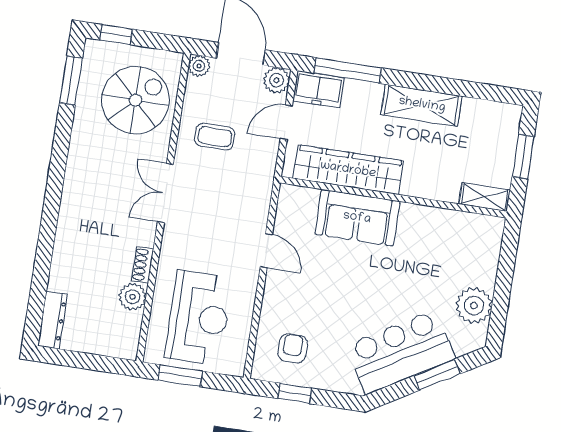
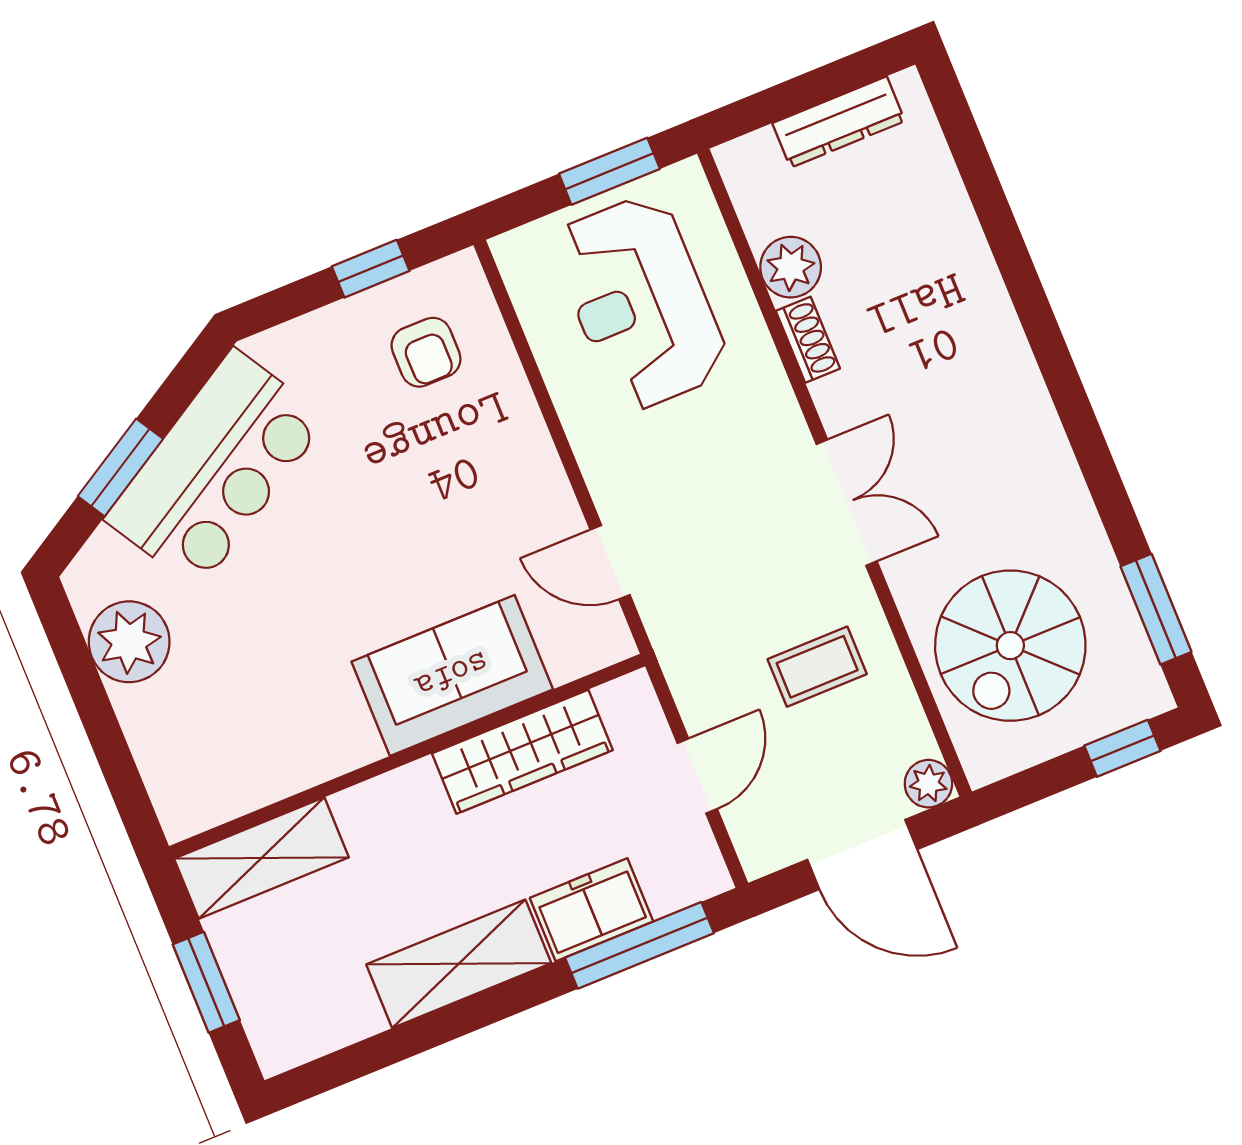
plant: (277, 80) -> (764, 845), removed
freezer: (318, 89) -> (592, 910), moved
wardrobe: (348, 170) -> (522, 752), width x0.71, depth x0.85
shelving: (485, 197) -> (261, 858), width x1.50, depth x1.33
door: (266, 251) -> (610, 562), moved
dresser: (53, 320) -> (839, 122), moved, turned -90

